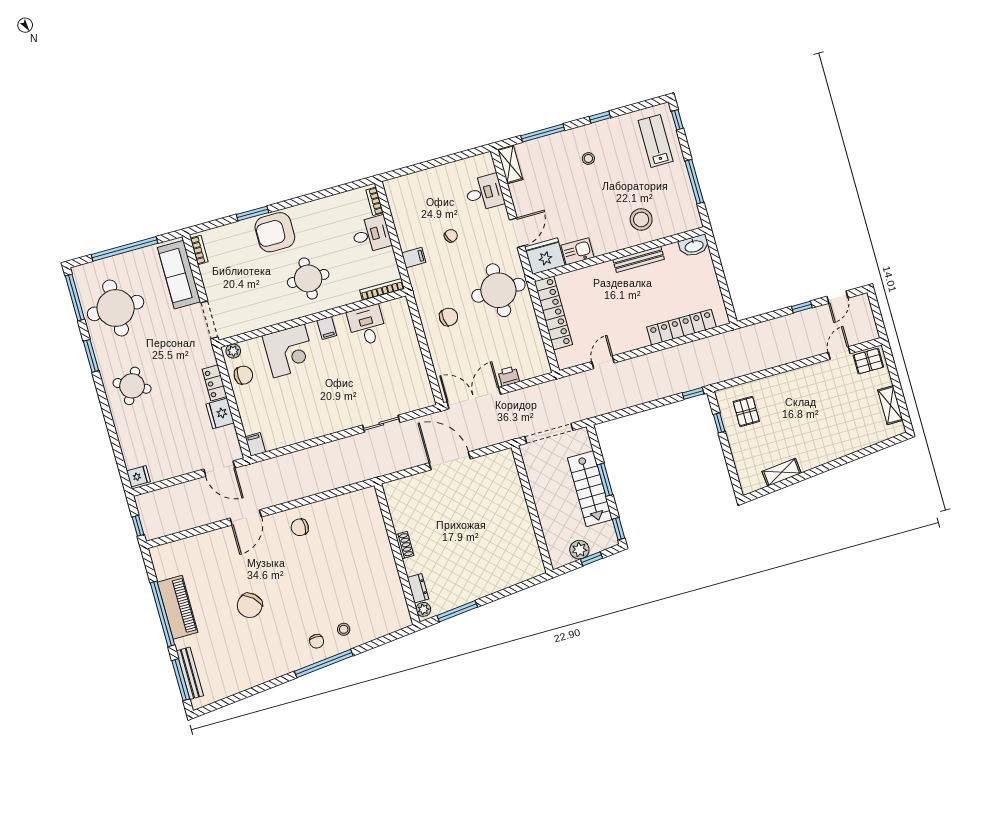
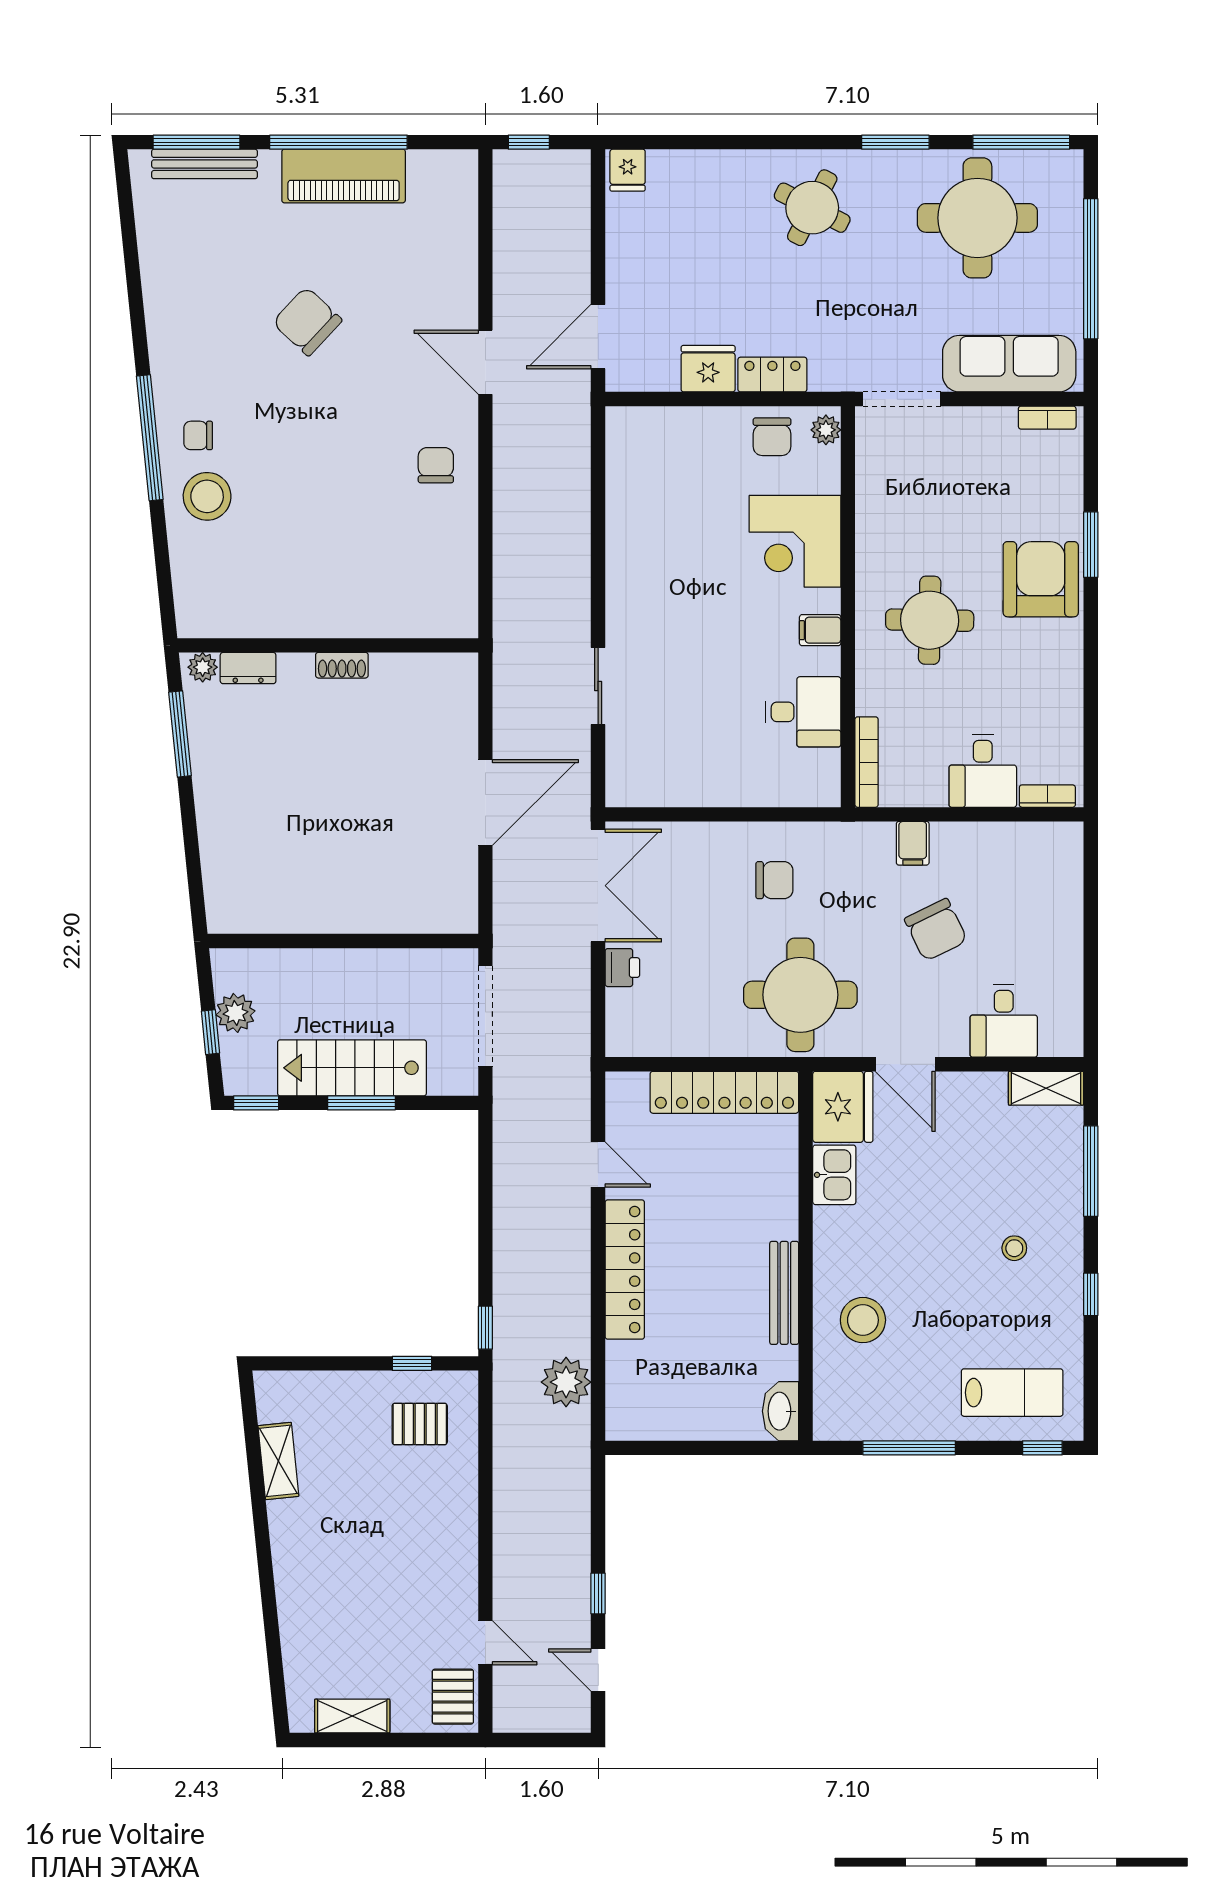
chair: (451, 236) -> (936, 930), width x1.87, depth x1.87
chair: (449, 317) -> (774, 880), turned -82
locker: (681, 327) -> (625, 1270), moved
plant: (708, 349) -> (566, 1382), added
filing cabinet: (255, 444) -> (626, 422), removed
stool: (344, 629) -> (207, 496), width x1.89, depth x1.89

